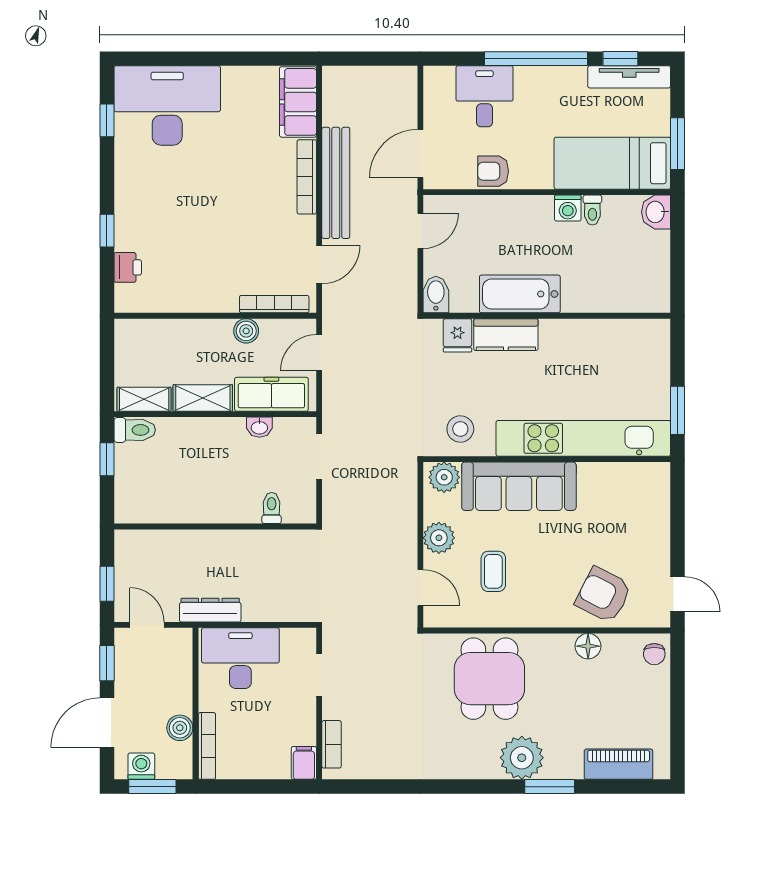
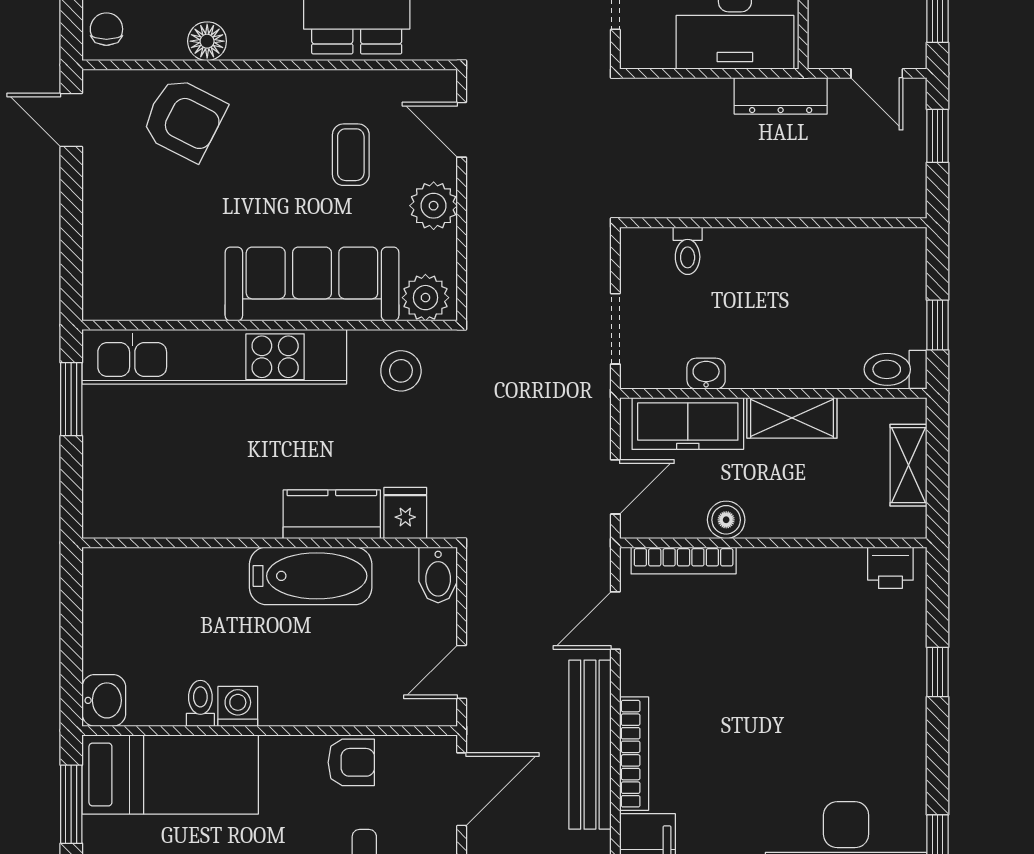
printer: (128, 267) -> (890, 568), moved, turned -90
shelving: (144, 399) -> (908, 465), moved, turned 90

